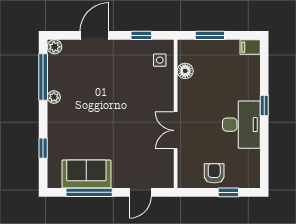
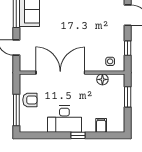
filing cabinet: (250, 47) -> (101, 125), moved
double door: (176, 130) -> (60, 73), width x1.87
window: (228, 192) -> (16, 110), width x2.17

